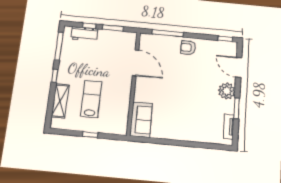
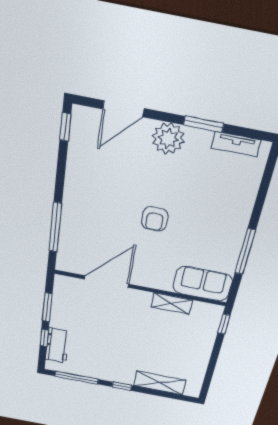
armchair: (188, 48) -> (155, 219), moved
lab bench: (91, 99) -> (161, 346), removed
shelving: (125, 103) -> (172, 304), added
window: (90, 135) -> (224, 324), moved
window: (166, 142) -> (245, 252), added

